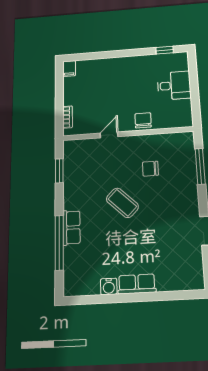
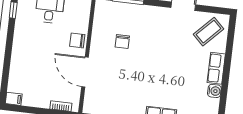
door: (109, 135) -> (85, 72), width x1.88
coffee table: (122, 203) -> (209, 32), moved

